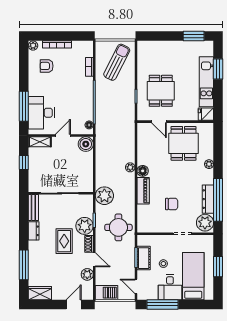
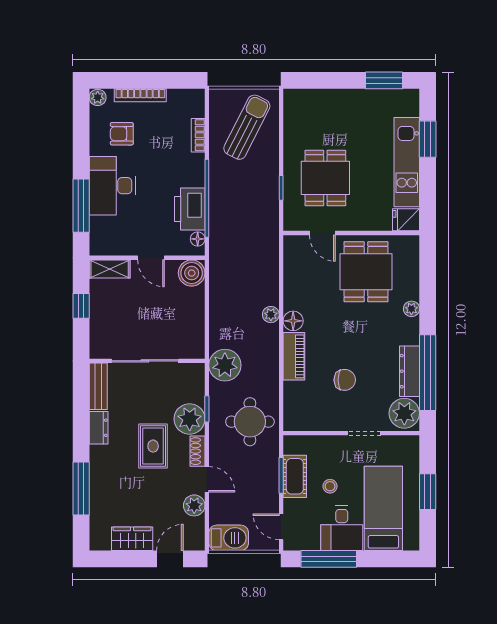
printer: (85, 108) -> (190, 209), added
desk: (41, 113) -> (112, 186), moved
door: (63, 135) -> (151, 258), swing flipped
wardrobe: (40, 293) -> (132, 539), moved

